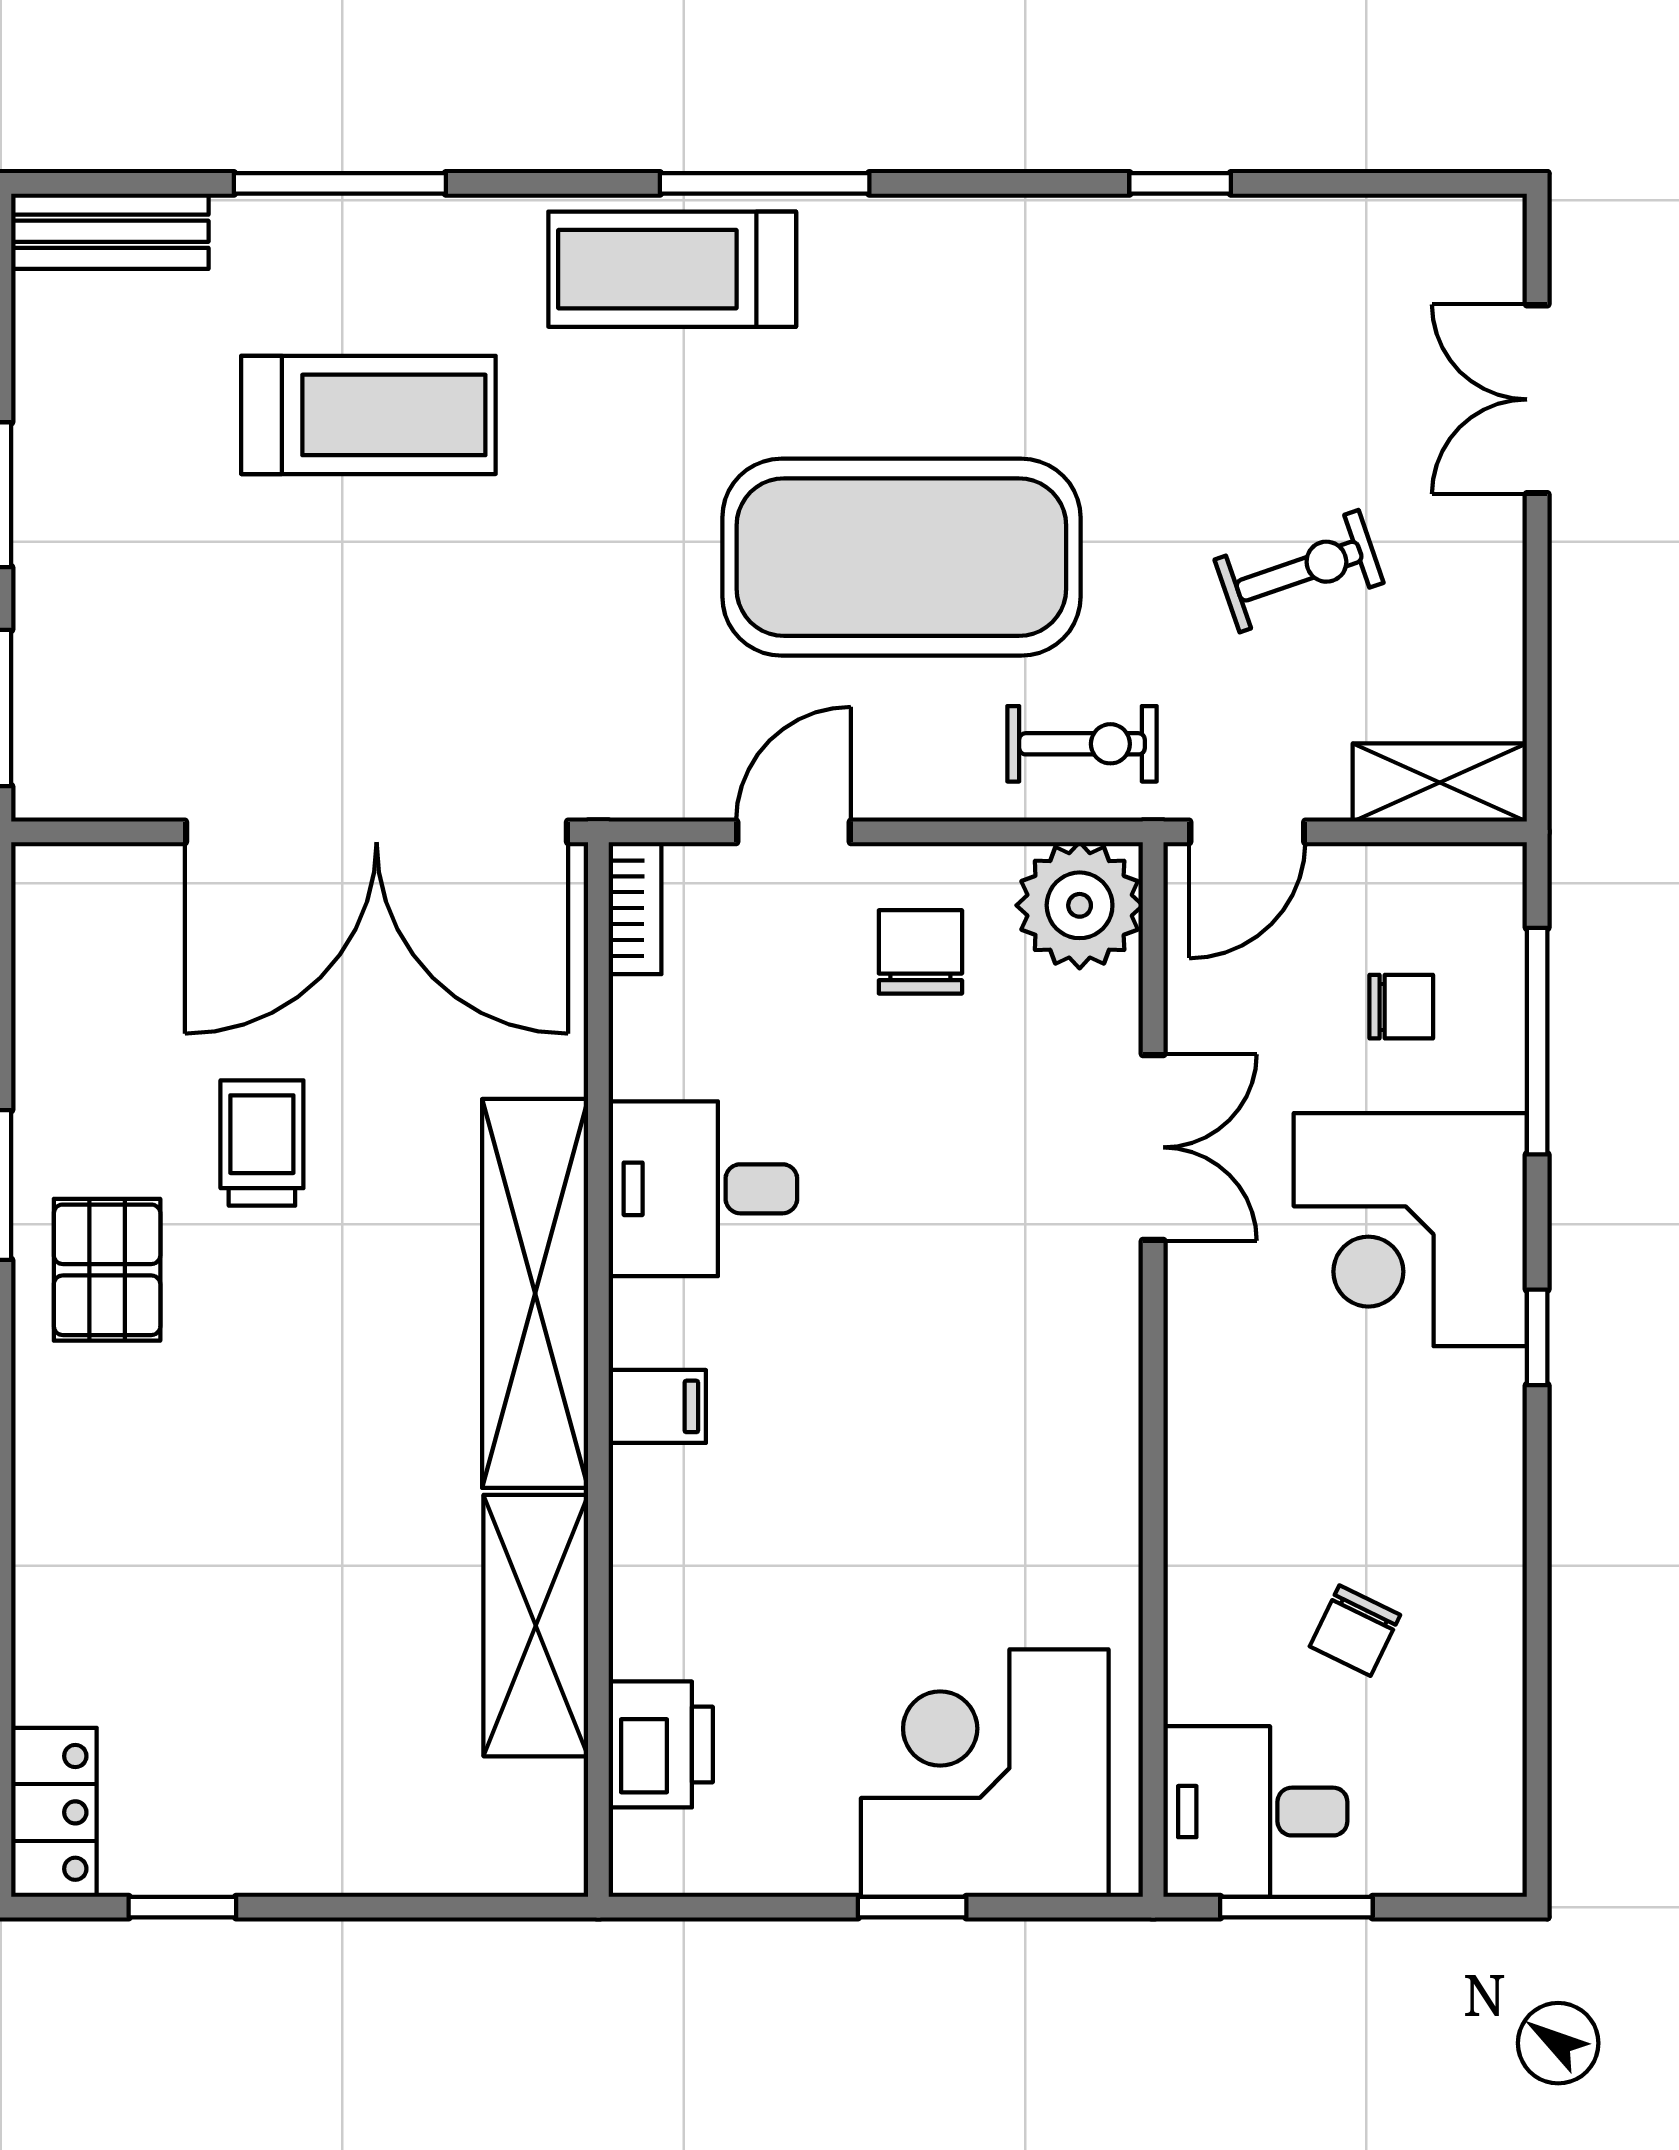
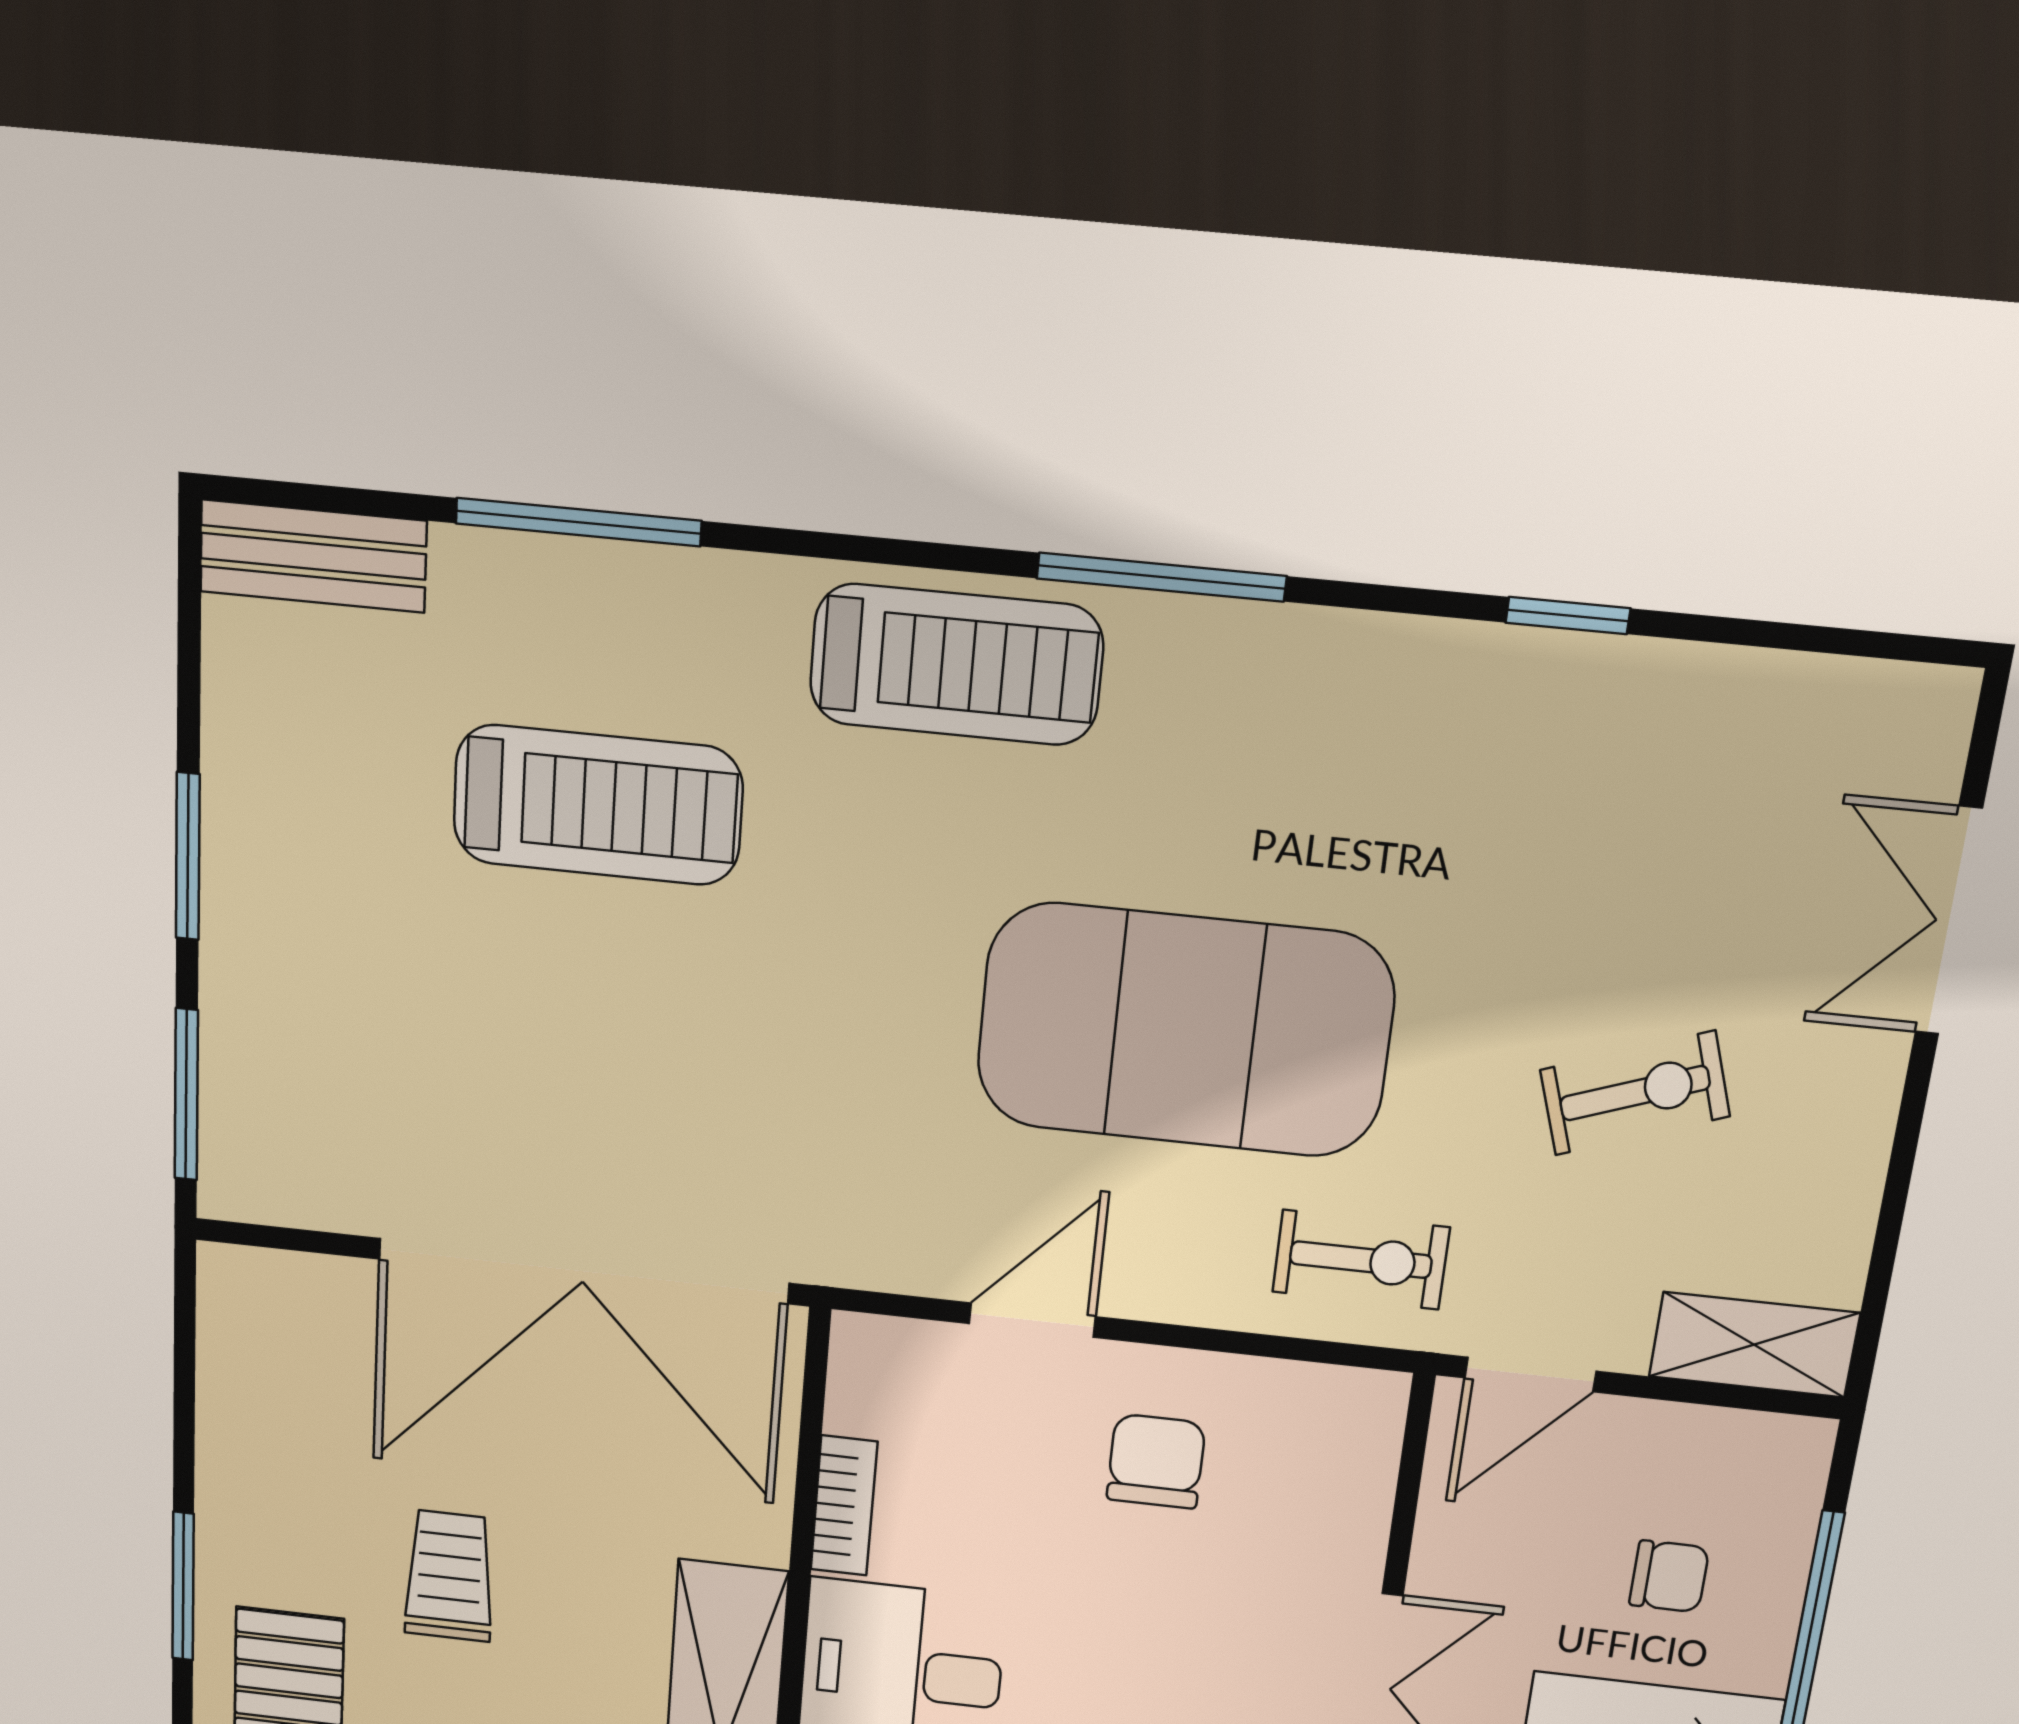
window: (765, 183) -> (1161, 577), moved
treadmill: (672, 269) -> (956, 665), turned 180
plant: (1080, 905) -> (1335, 1432), removed
bookcase: (635, 908) -> (844, 1506), moved

